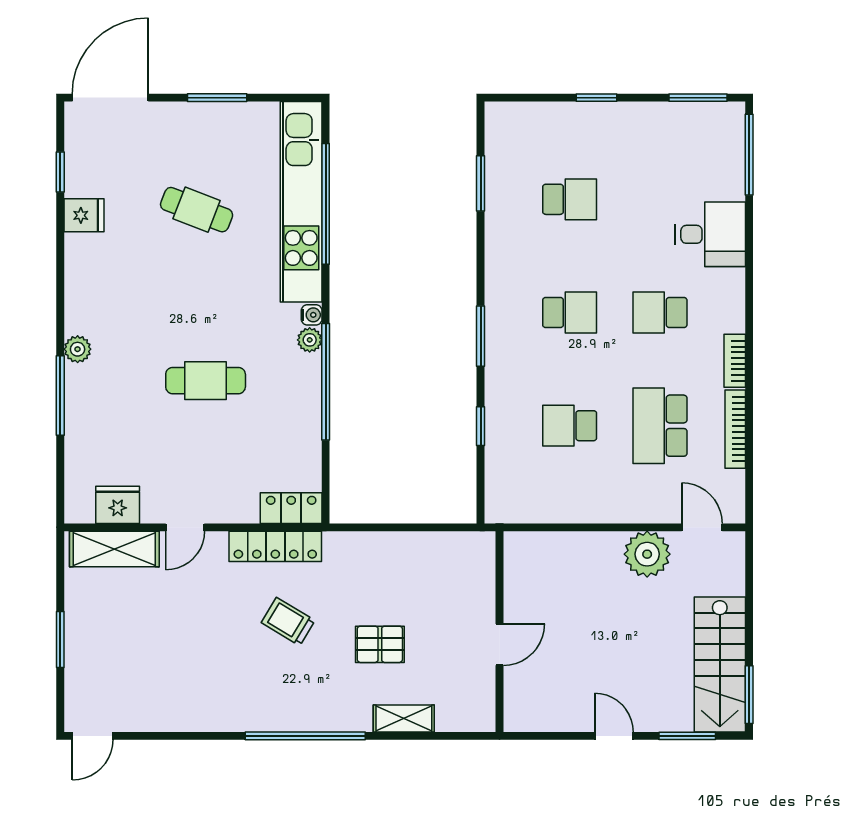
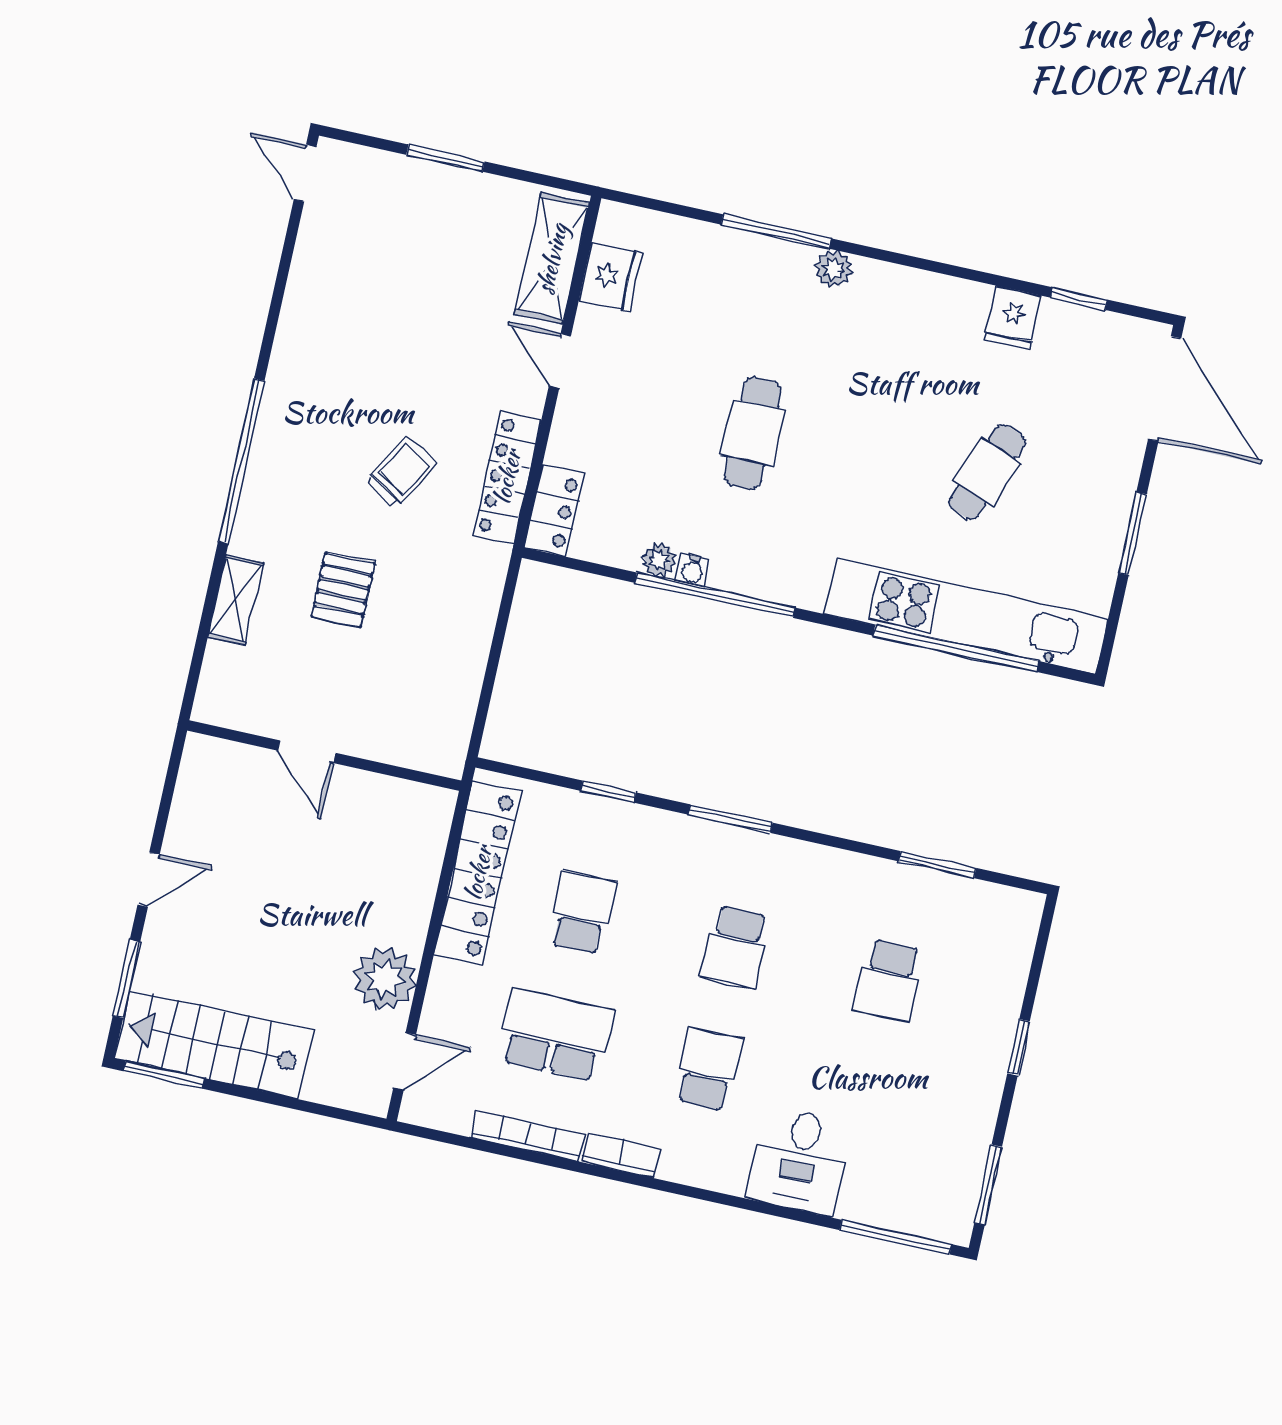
water cooler: (312, 315) -> (692, 570), moved
plant: (310, 340) -> (659, 560), moved
locker: (558, 505) -> (478, 873), added

